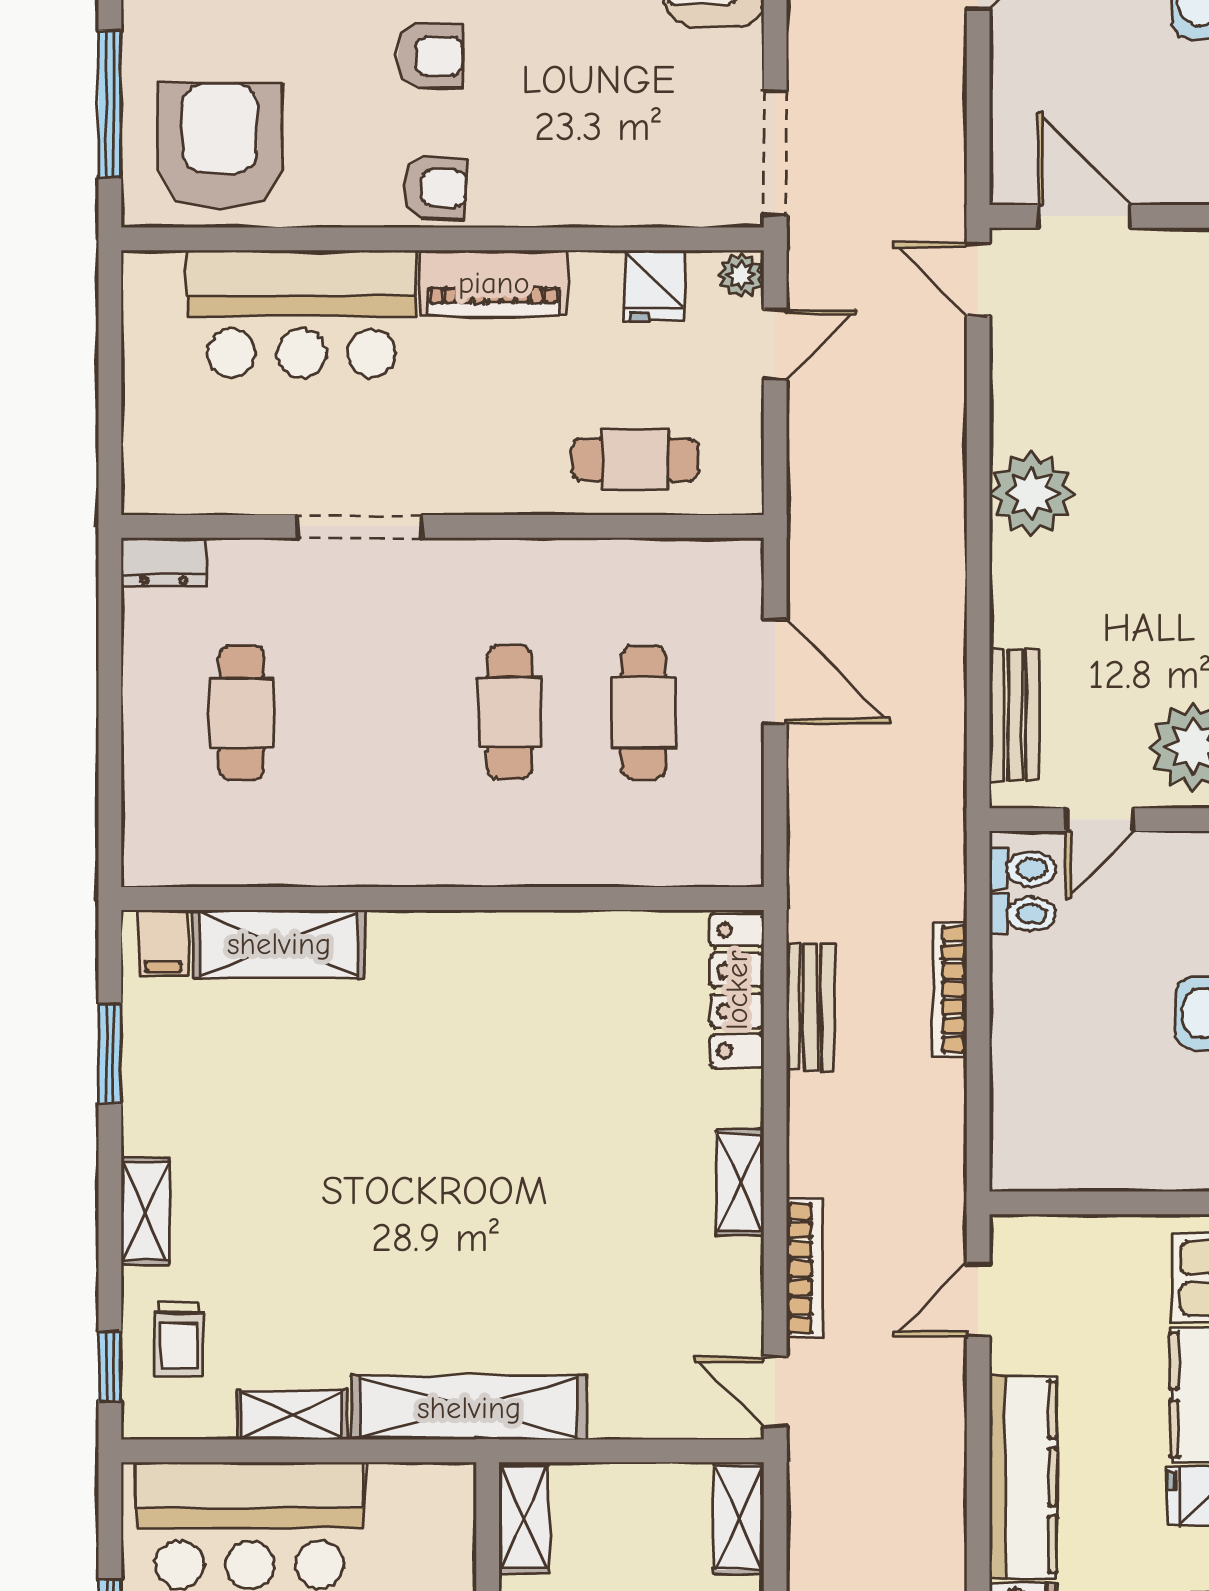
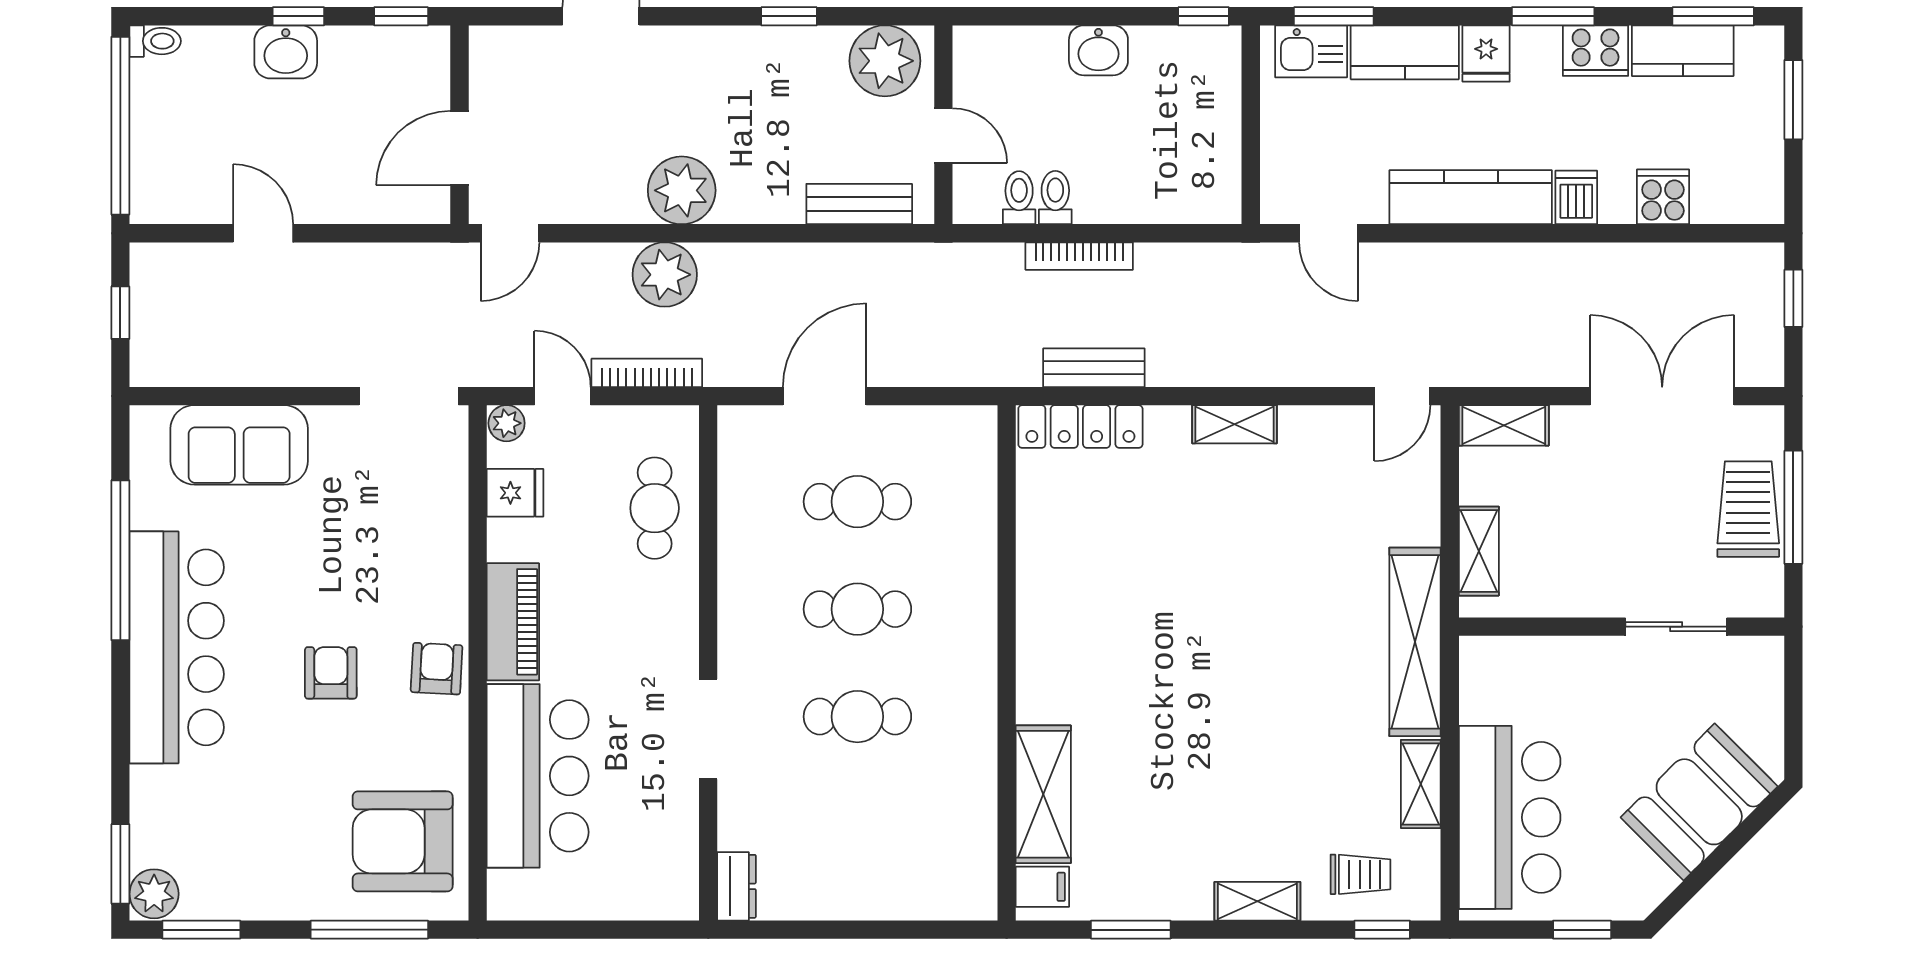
plant: (927, 472) -> (665, 275), added
cafe table: (242, 712) -> (857, 717), moved
toilet: (1023, 869) -> (1055, 198), moved
bookcase: (804, 1268) -> (647, 373), moved
shelving: (524, 1518) -> (1479, 551), moved, turned 90

